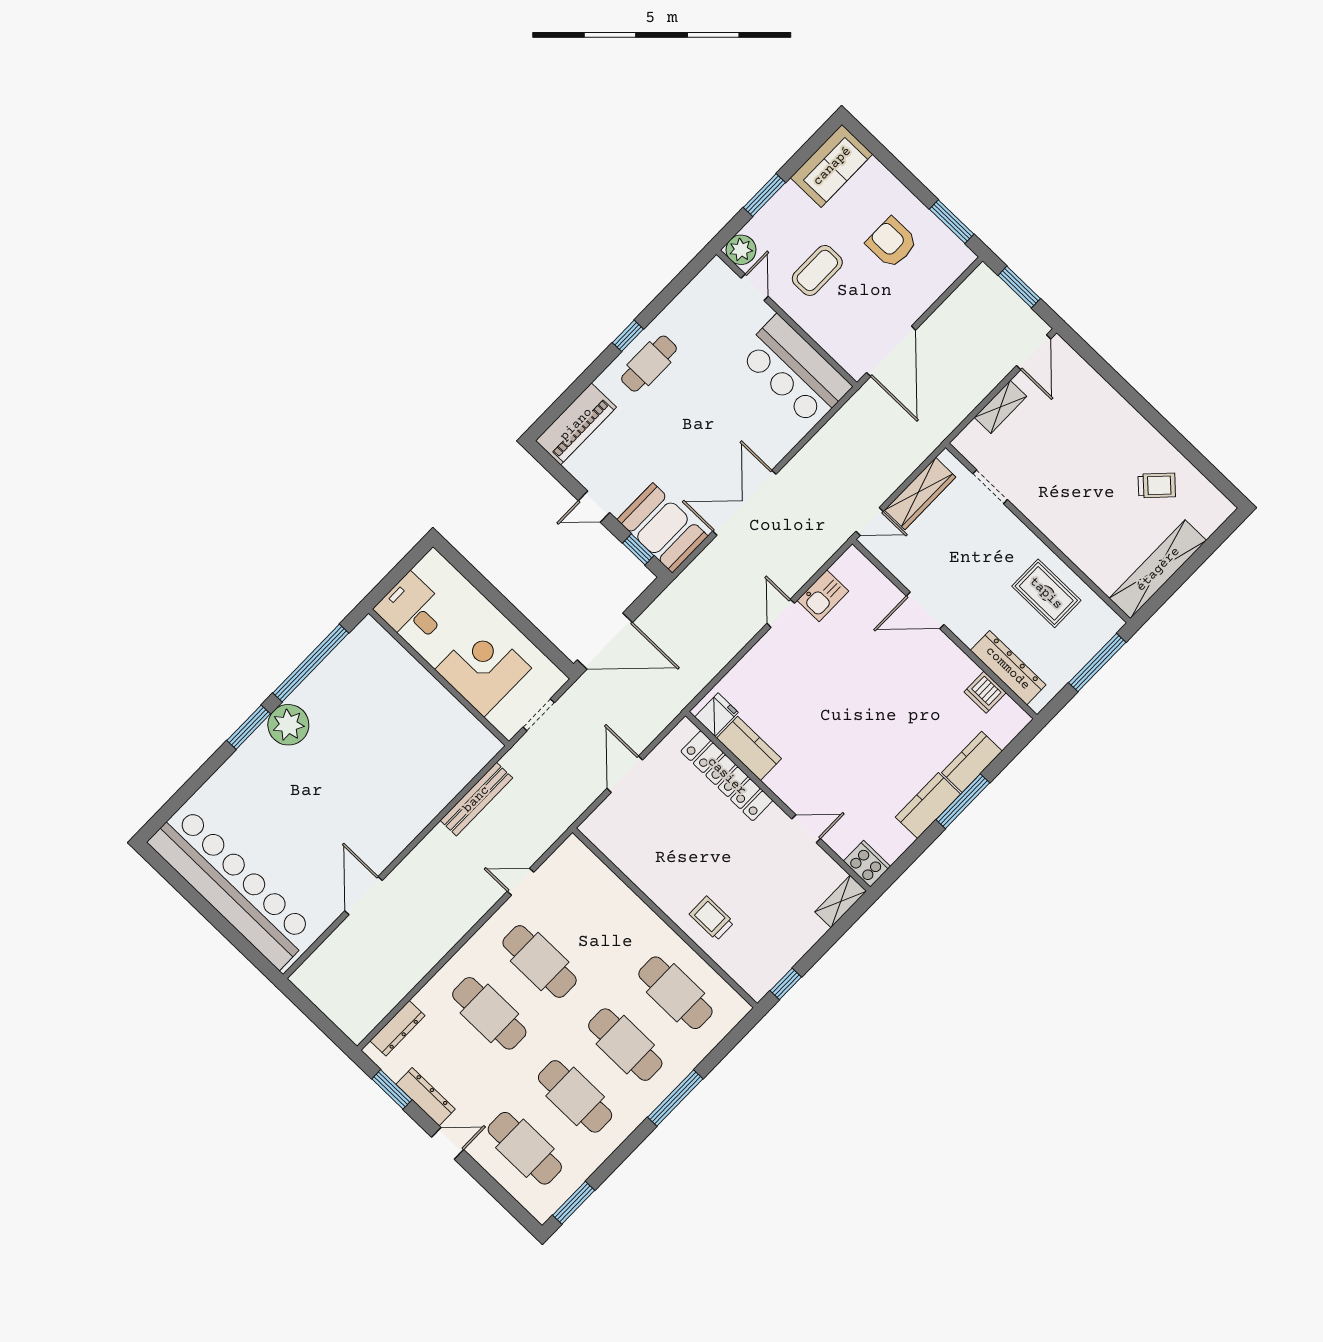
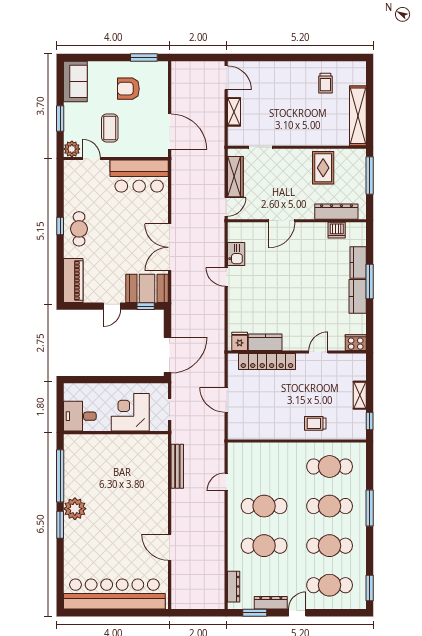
window: (1019, 287) -> (196, 57), removed
trolley: (1157, 486) -> (325, 83), turned 136
rug: (1046, 593) -> (323, 168), turned 90
shelving: (841, 901) -> (360, 395), moved

